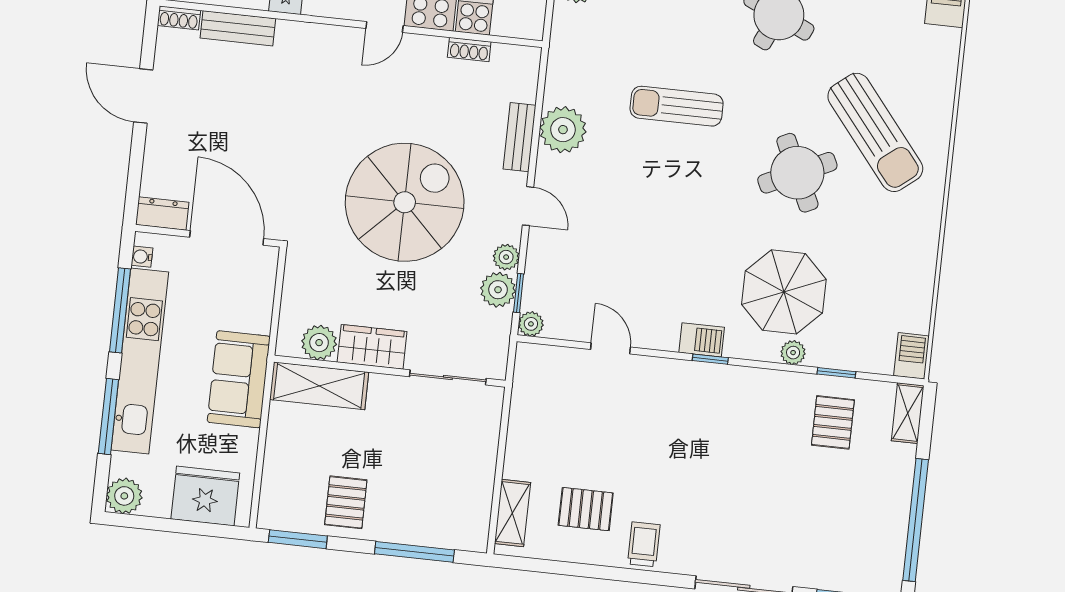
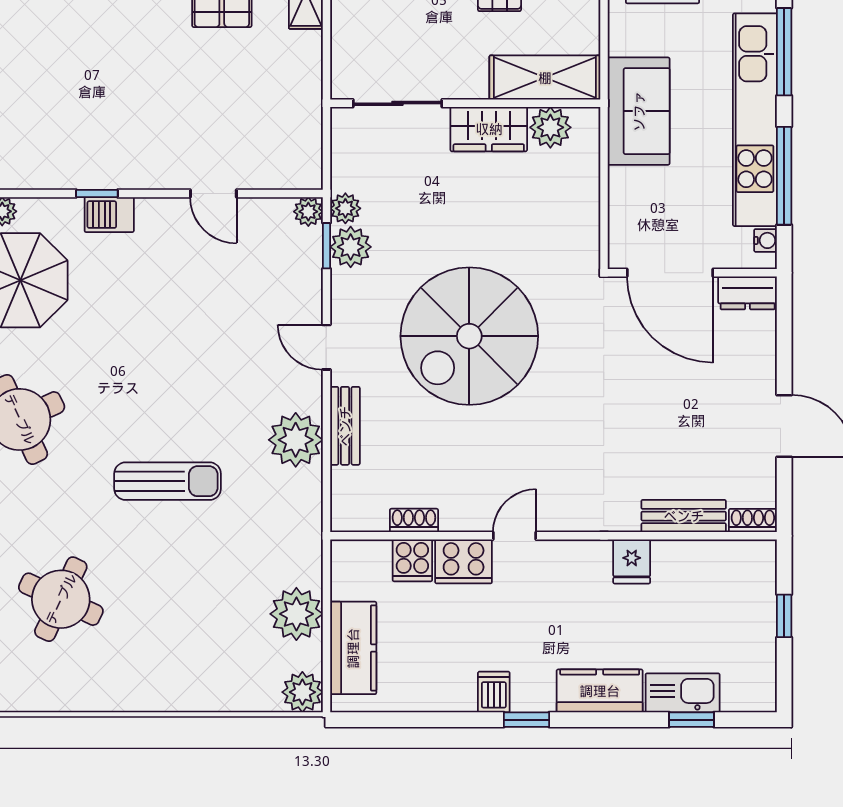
plant: (506, 257) -> (345, 208), moved
plant: (319, 343) -> (550, 127), moved
wardrobe: (372, 347) -> (489, 129), moved
wall: (390, 371) -> (465, 103), moved
sliding door: (448, 377) -> (397, 103), moved
shelving: (319, 386) -> (545, 78), moved

